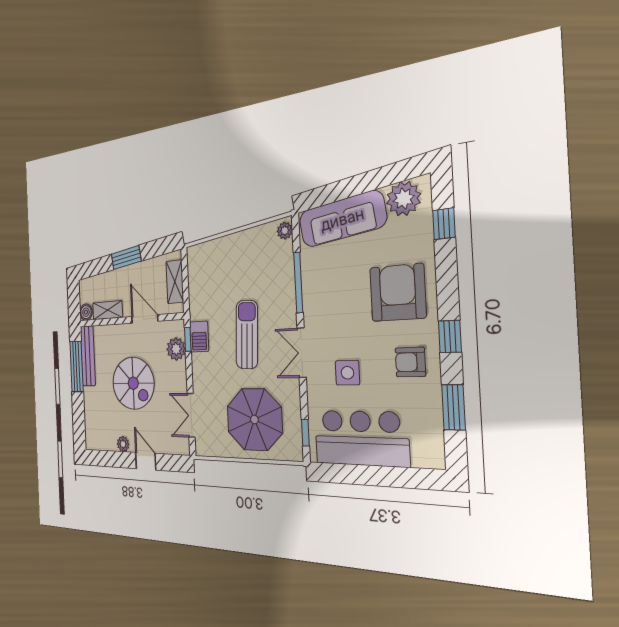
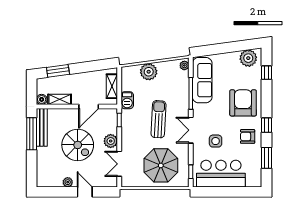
sofa: (342, 219) -> (202, 80), moved, turned -82
plant: (228, 250) -> (149, 72), added
window: (126, 258) -> (58, 71), moved
door: (145, 319) -> (89, 107), swing flipped
barbecue: (199, 337) -> (127, 100), moved
plant: (176, 349) -> (111, 141), moved

